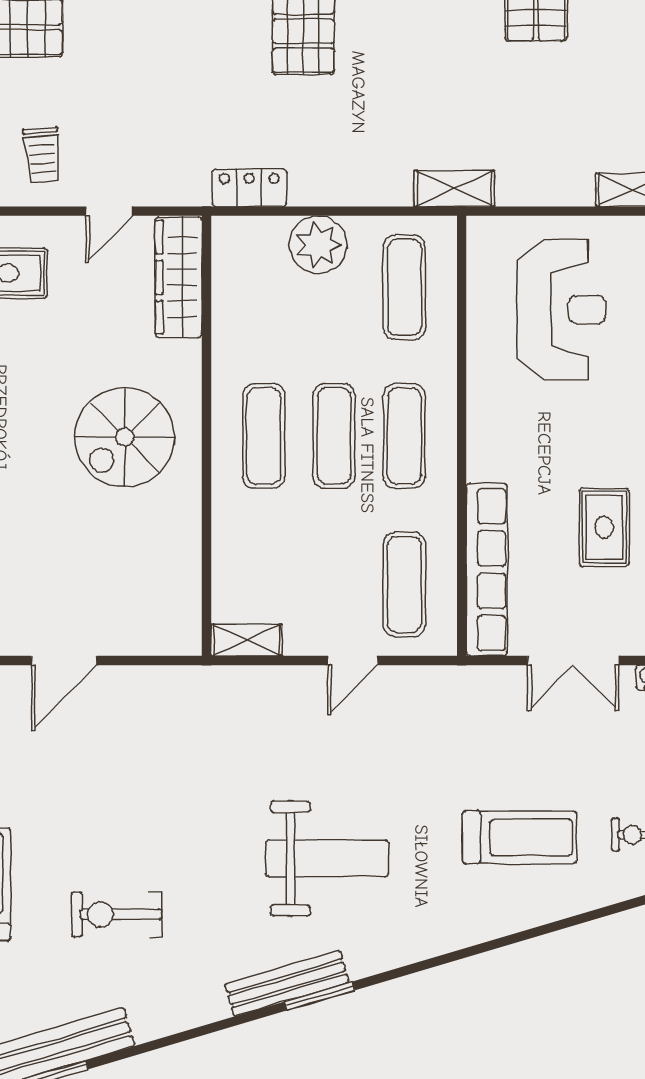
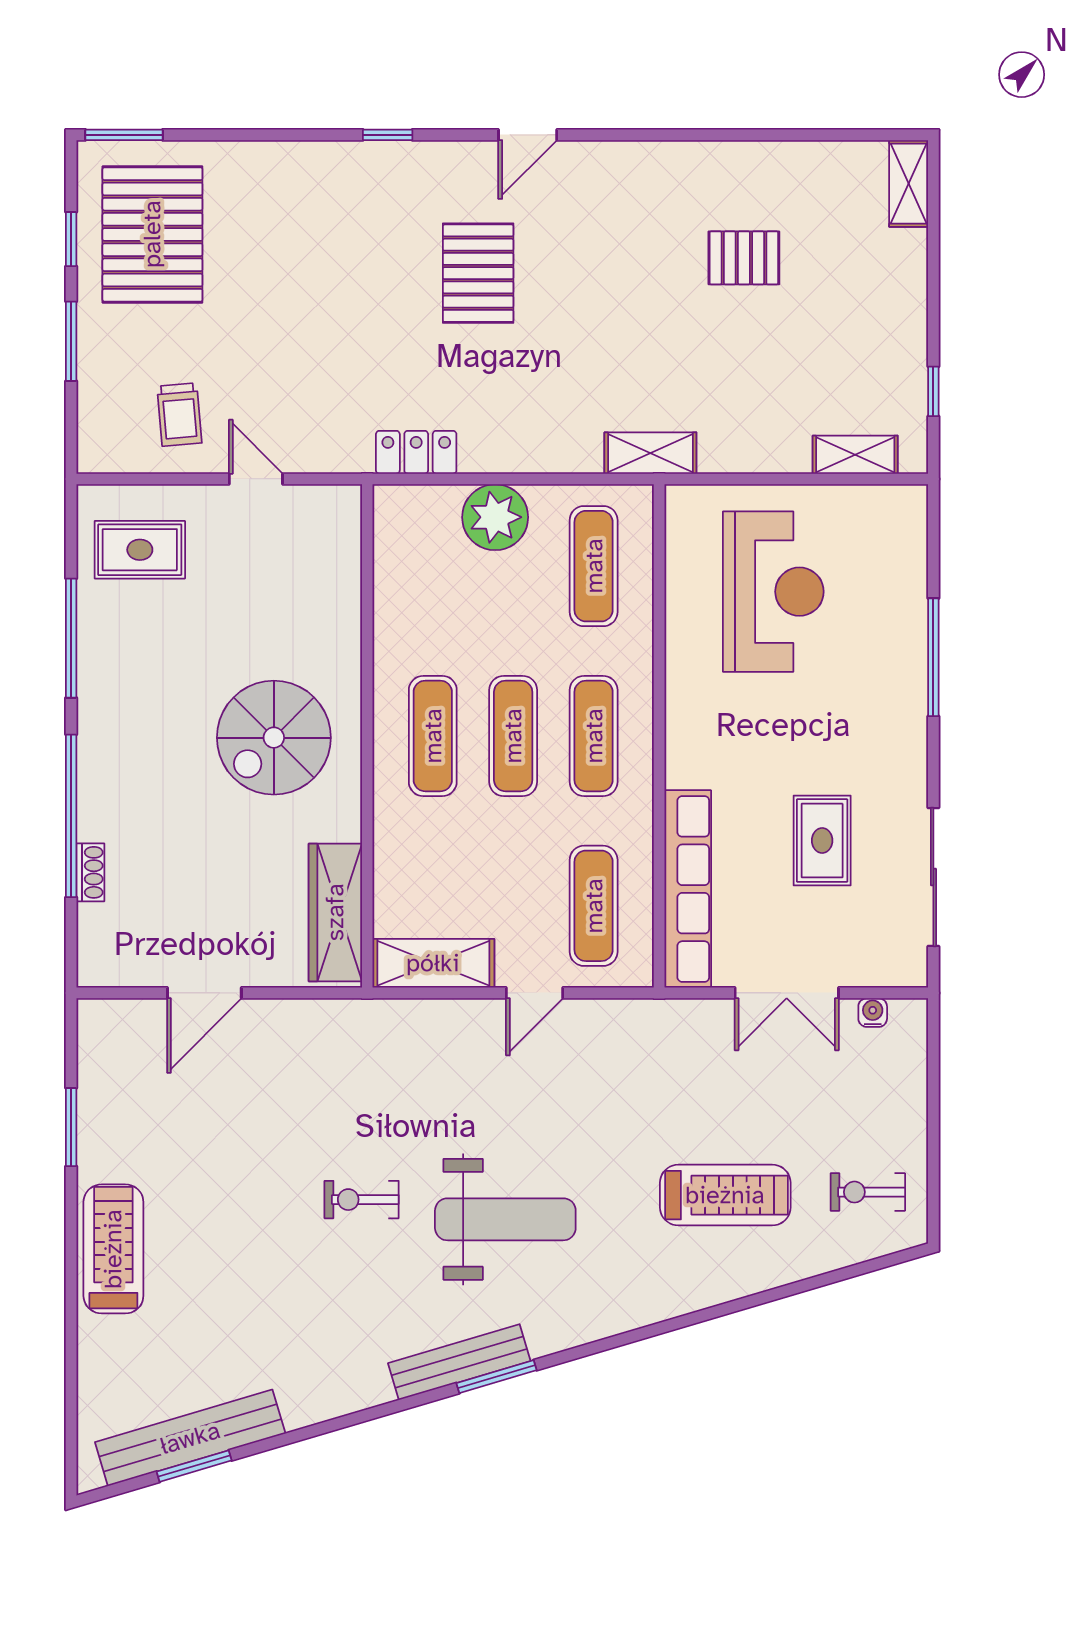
door: (109, 211) -> (256, 479), swing flipped
wardrobe: (179, 277) -> (335, 912), moved
shelving: (247, 640) -> (433, 963), width x1.50, depth x1.33
exercise bike: (117, 914) -> (362, 1200), moved, width x0.73, depth x0.72

